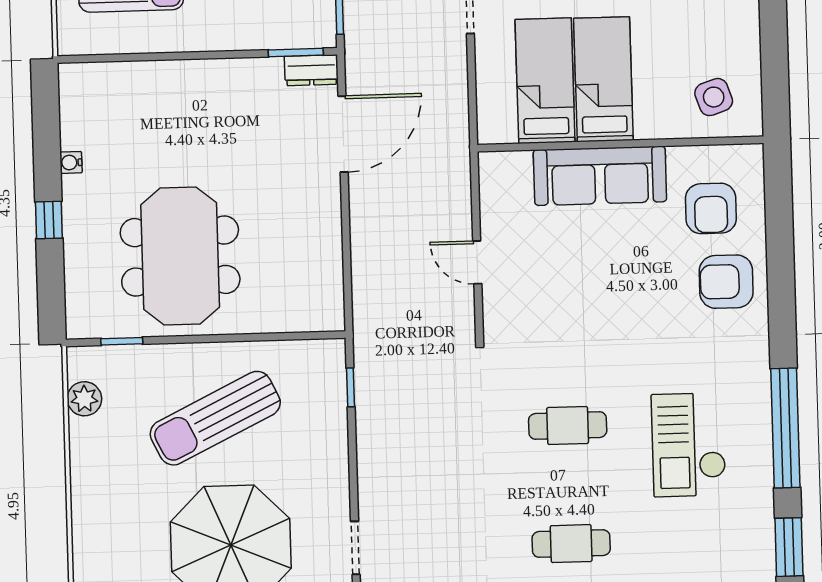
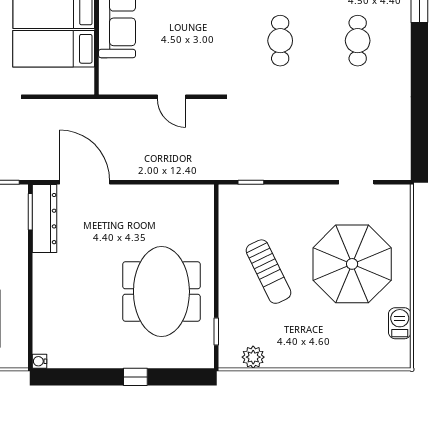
dresser: (311, 70) -> (45, 219), width x1.96, depth x1.24
water cooler: (71, 162) -> (39, 361), moved, turned 90
meeting table: (180, 256) -> (161, 292), turned 90
door: (477, 262) -> (171, 97), hinge flipped
sun lounger: (215, 418) -> (268, 272), width x0.73, depth x0.75

